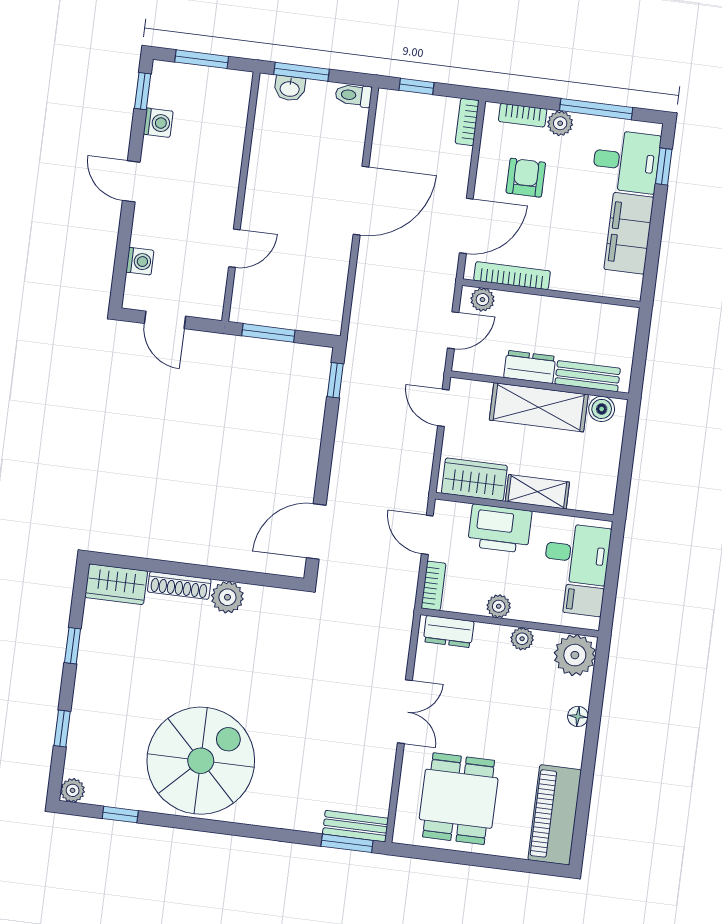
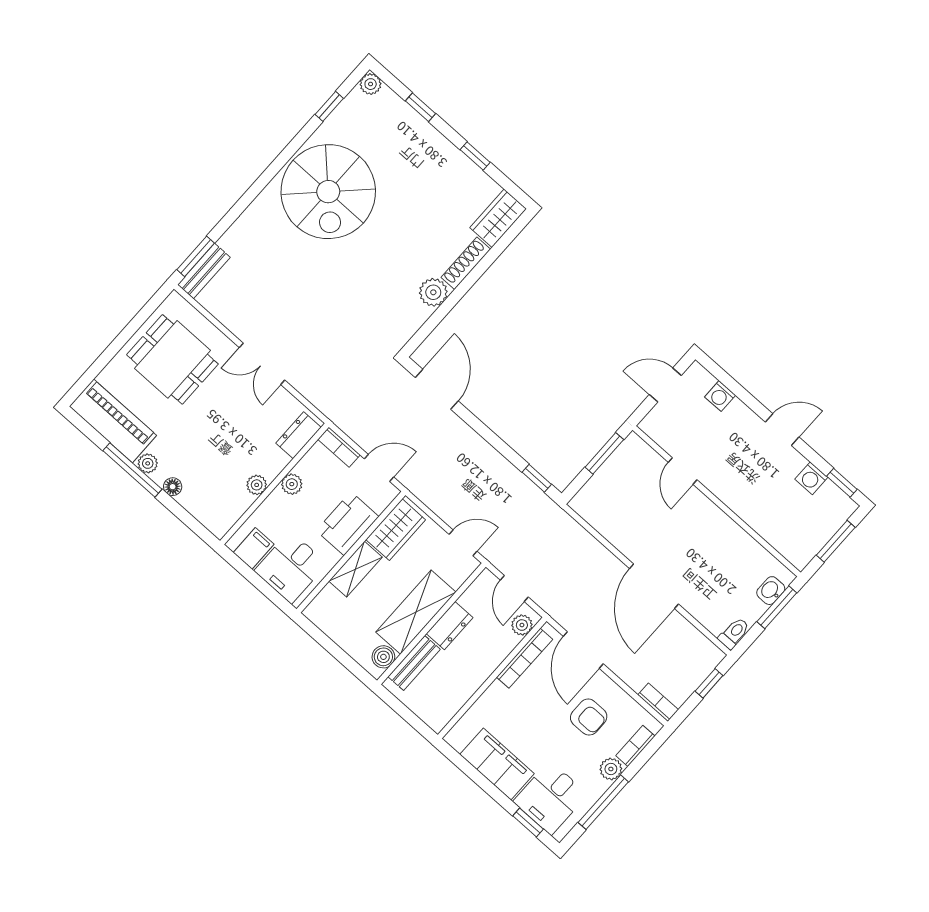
plant: (575, 655) -> (148, 463), moved, width x0.53, depth x0.53
window: (588, 765) -> (132, 470), added

